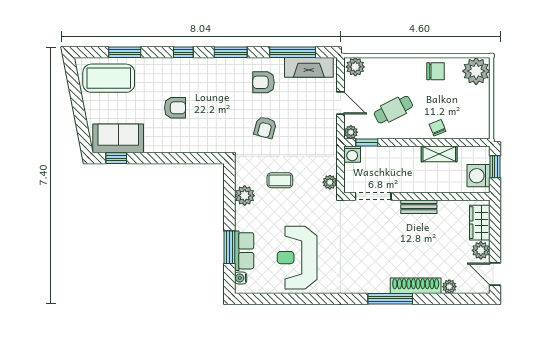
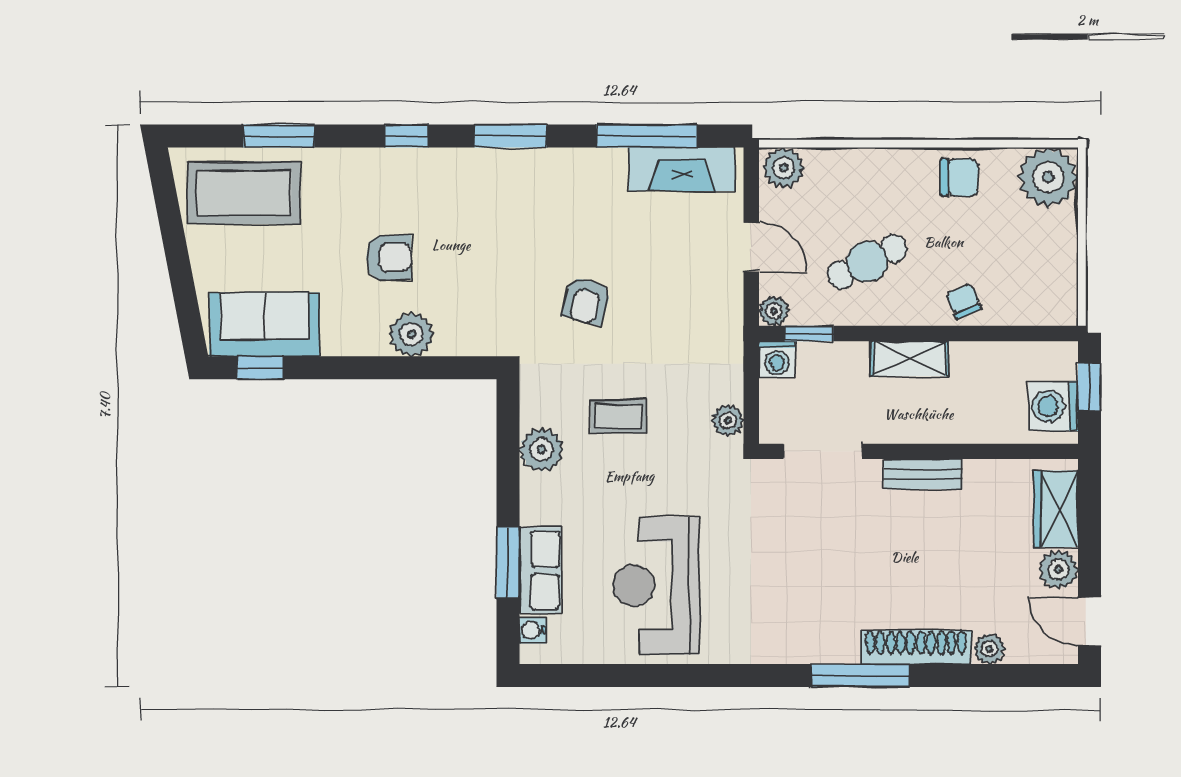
armchair: (264, 82) -> (583, 202), removed
plant: (185, 143) -> (412, 334), added
shelving: (439, 154) -> (909, 359), moved

